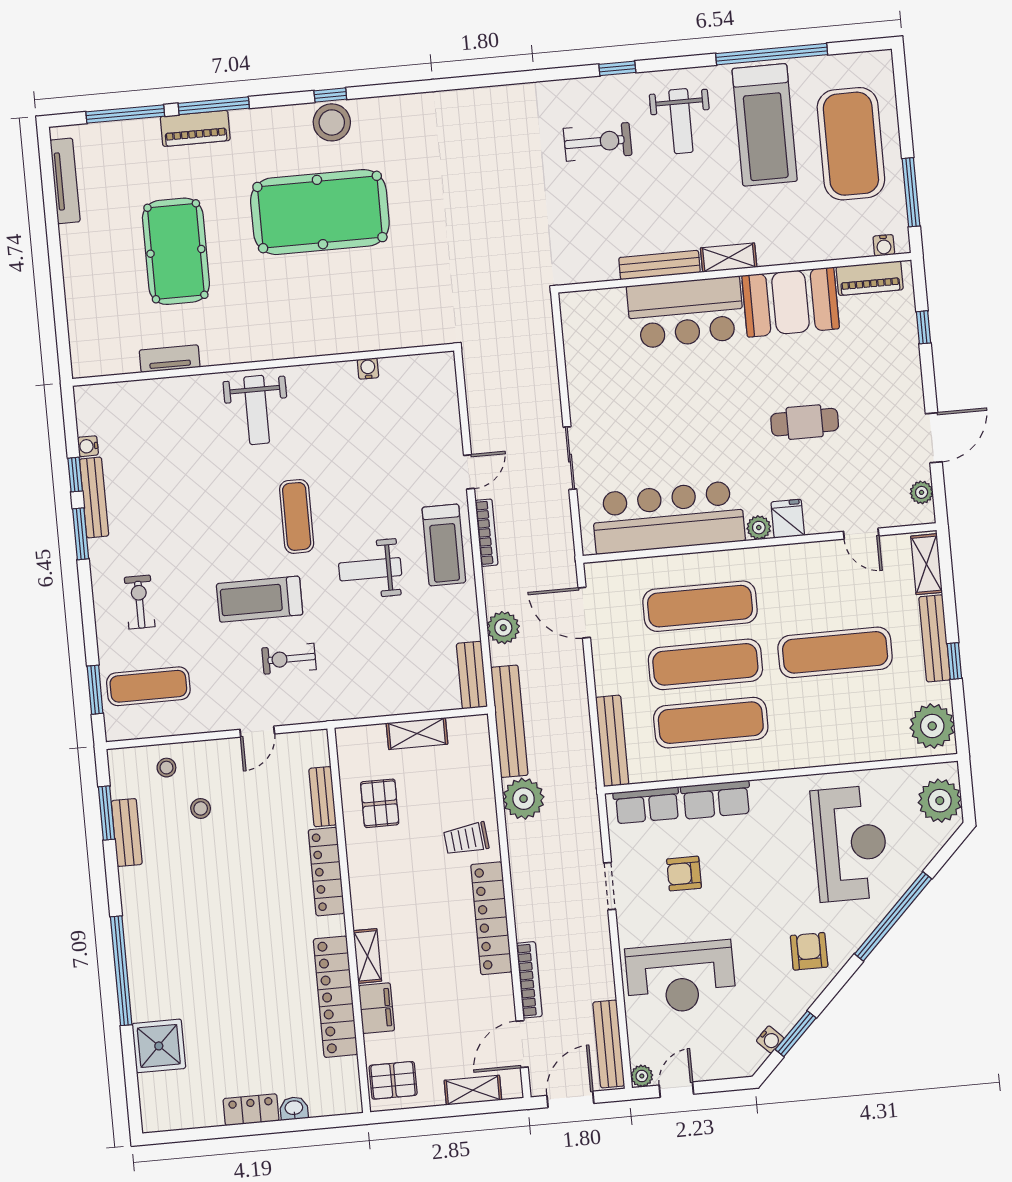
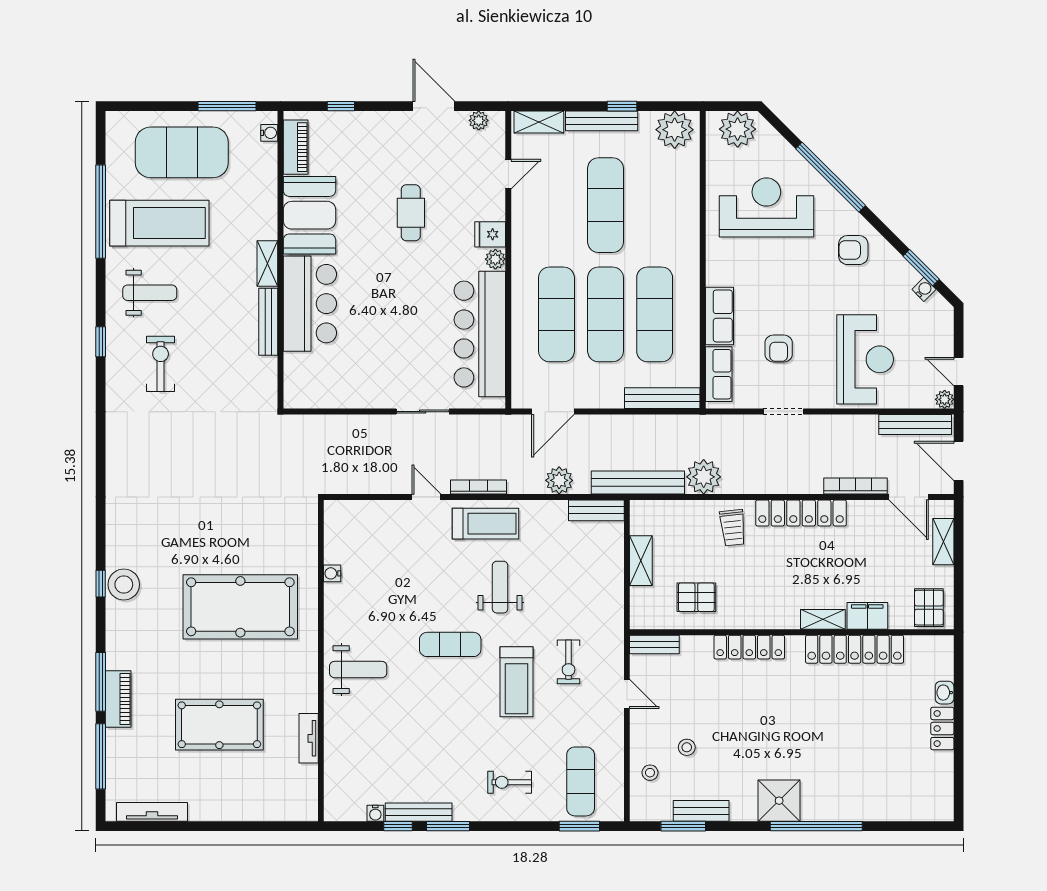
pool table: (320, 212) -> (240, 607), moved, turned 90
weight bench: (370, 569) -> (500, 587), turned 180
bench: (323, 797) -> (654, 644), moved
shower: (159, 1046) -> (779, 801), moved

